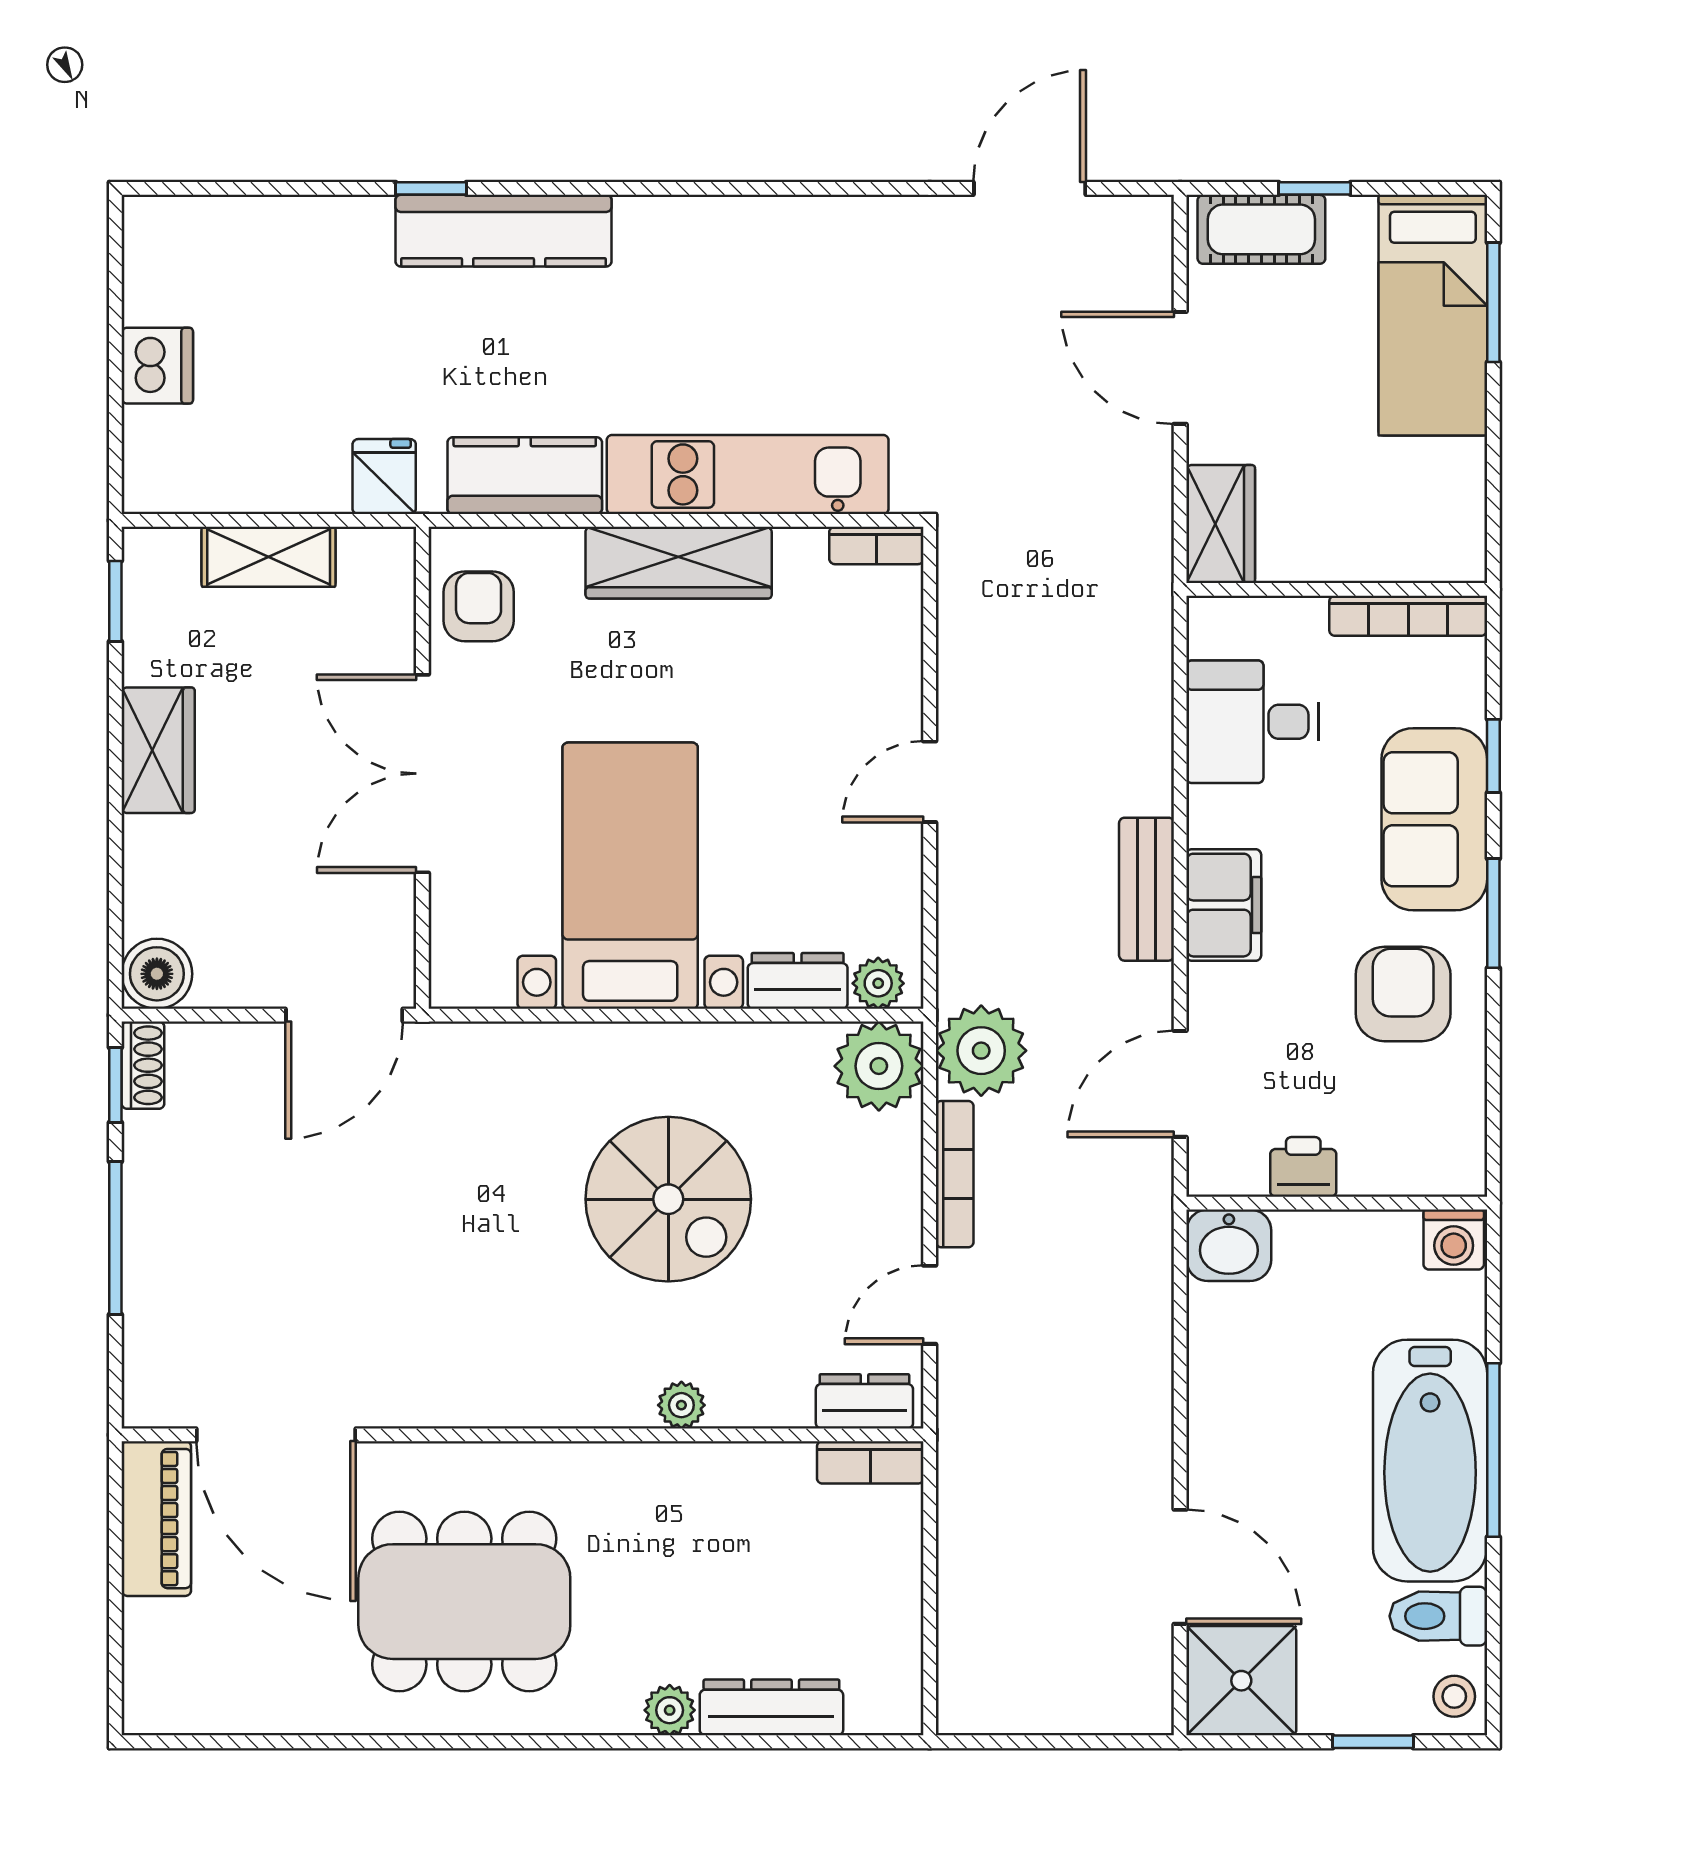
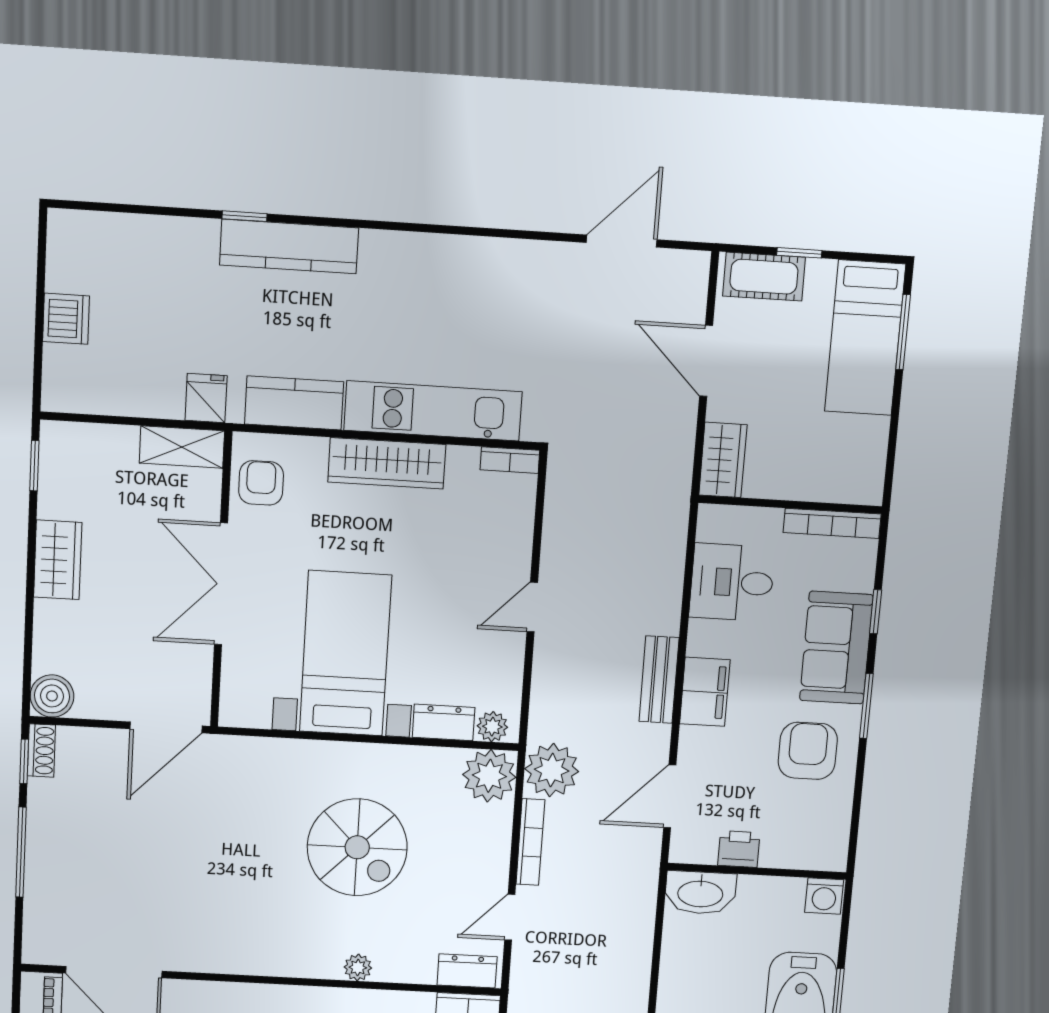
shelving: (269, 557) -> (182, 447), moved
washbasin: (1229, 1245) -> (700, 893), width x1.38

